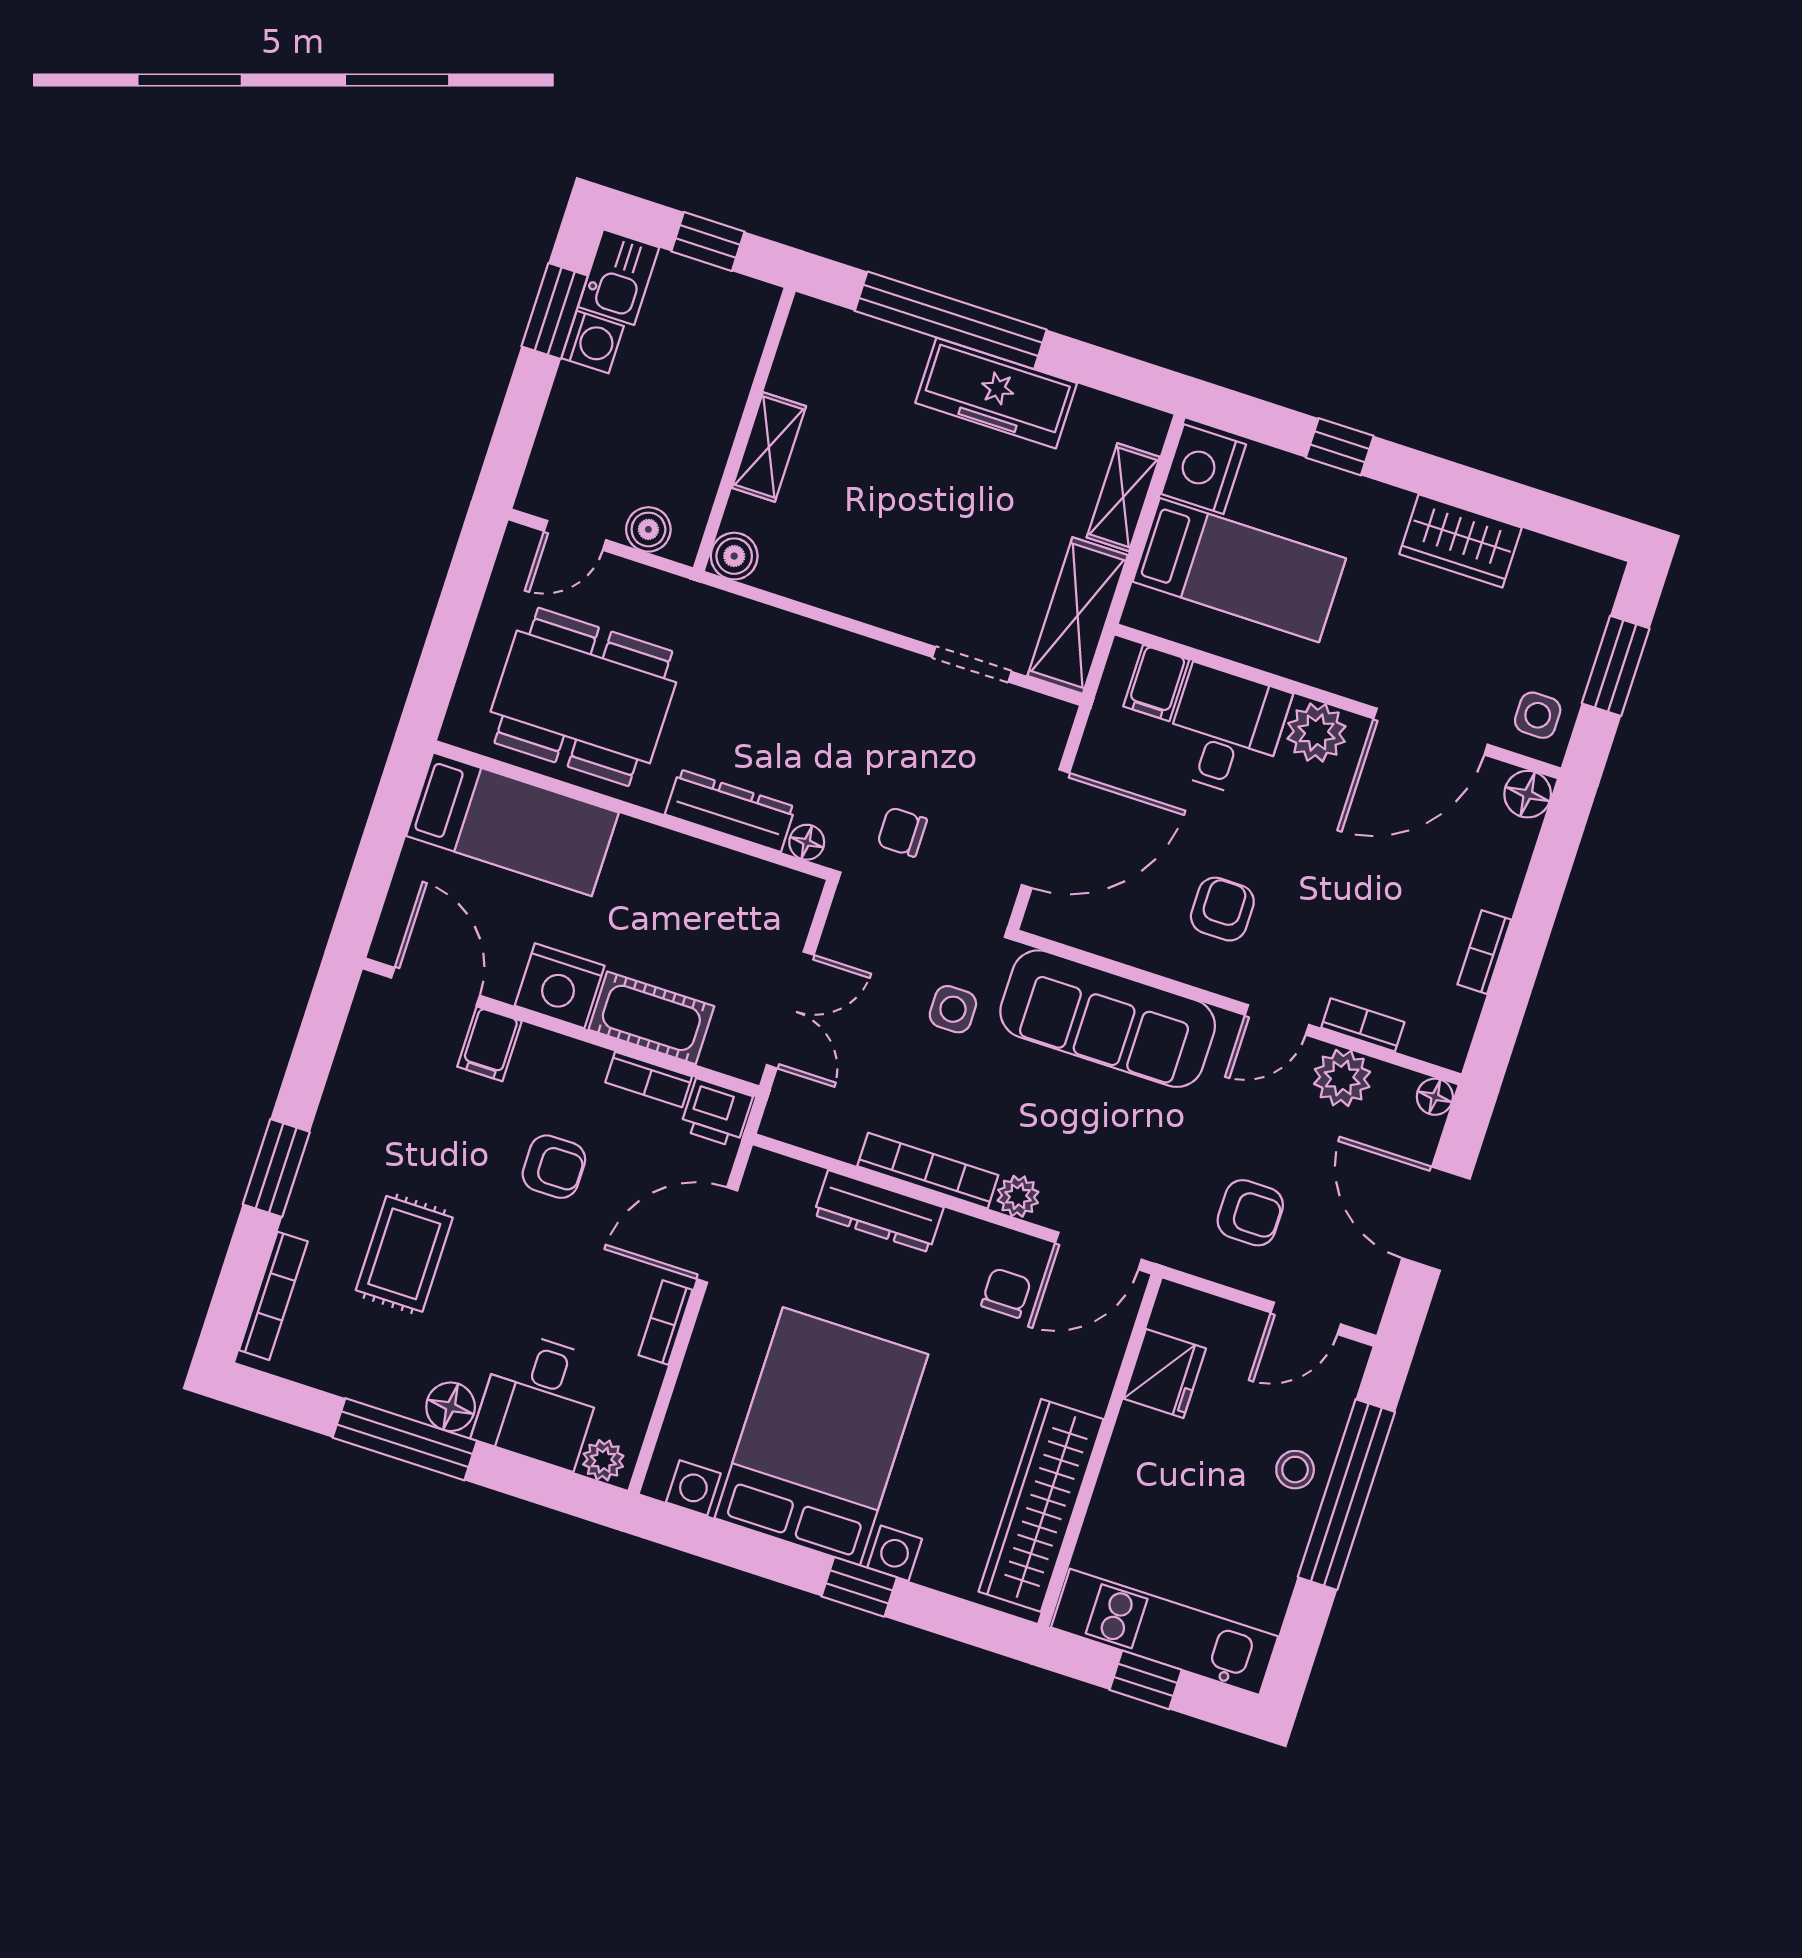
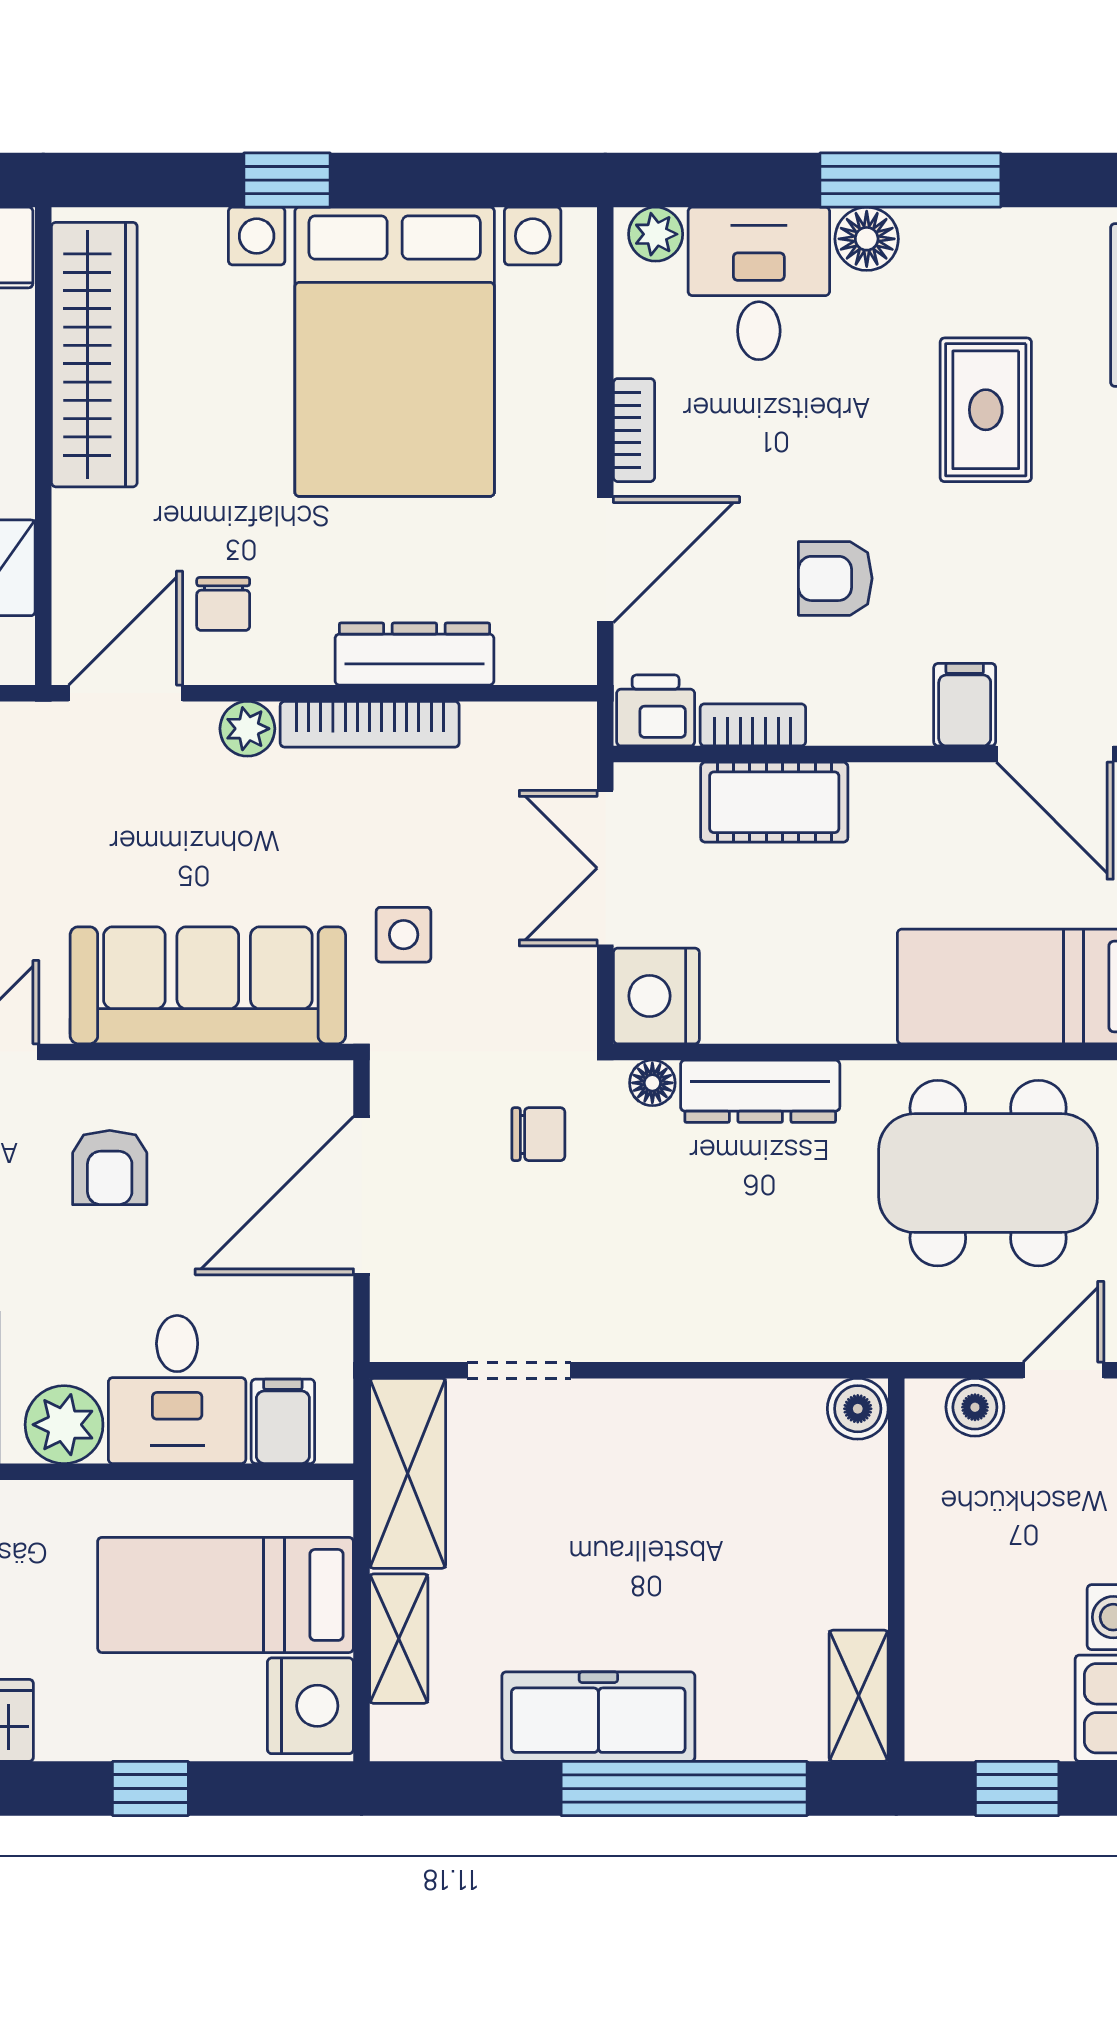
shelving: (769, 447) -> (859, 1696), moved
nightstand: (560, 986) -> (656, 996), moved, turned -90

